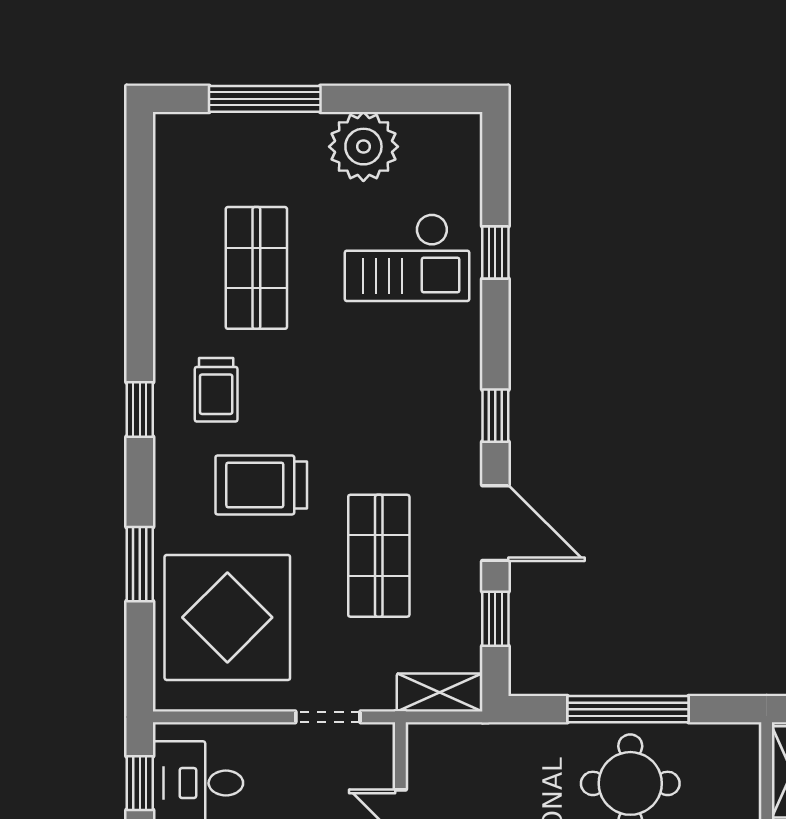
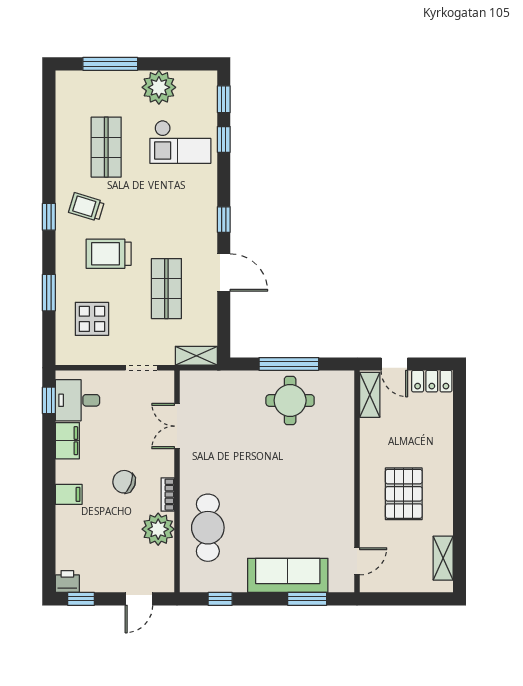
trolley: (216, 390) -> (86, 207), turned 107
display table: (227, 617) -> (92, 319), width x0.54, depth x0.54
window: (495, 619) -> (224, 99), moved

